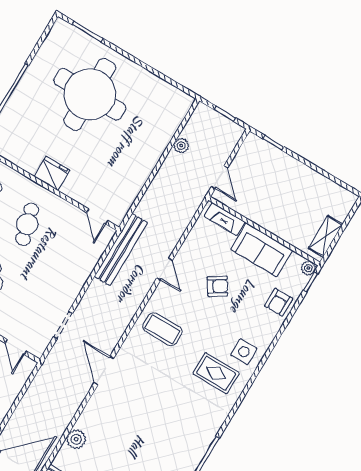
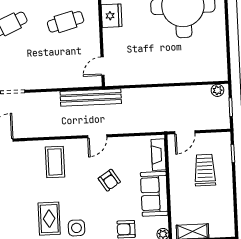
plant: (181, 146) -> (217, 90), moved
trolley: (271, 182) -> (205, 170), added

